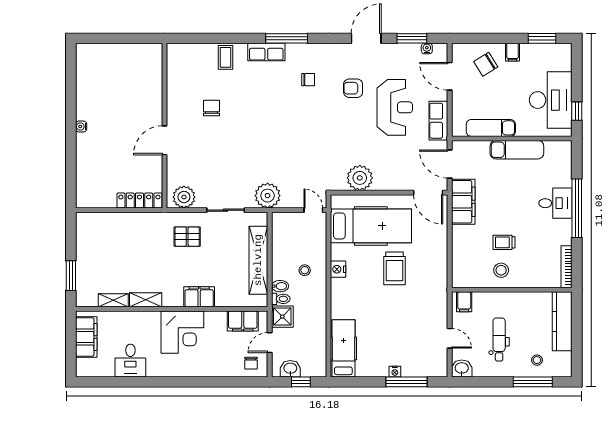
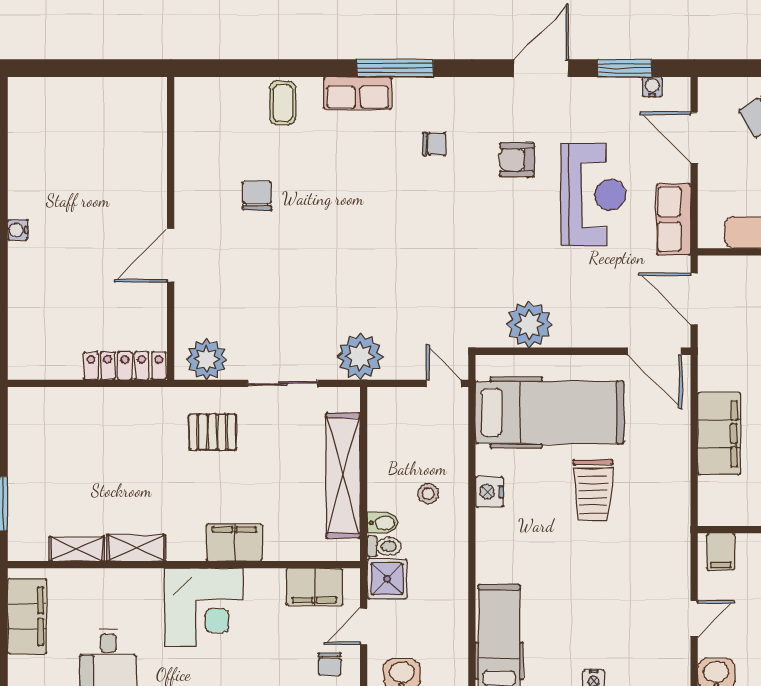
filing cabinet: (463, 202) -> (719, 434), moved
door: (450, 338) -> (694, 619), hinge flipped

